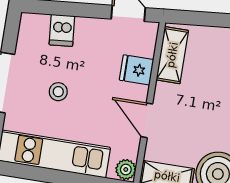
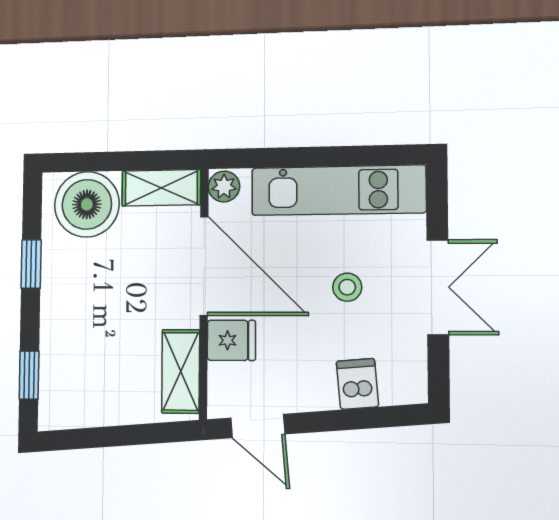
door: (147, 120) -> (204, 266), width x1.88

